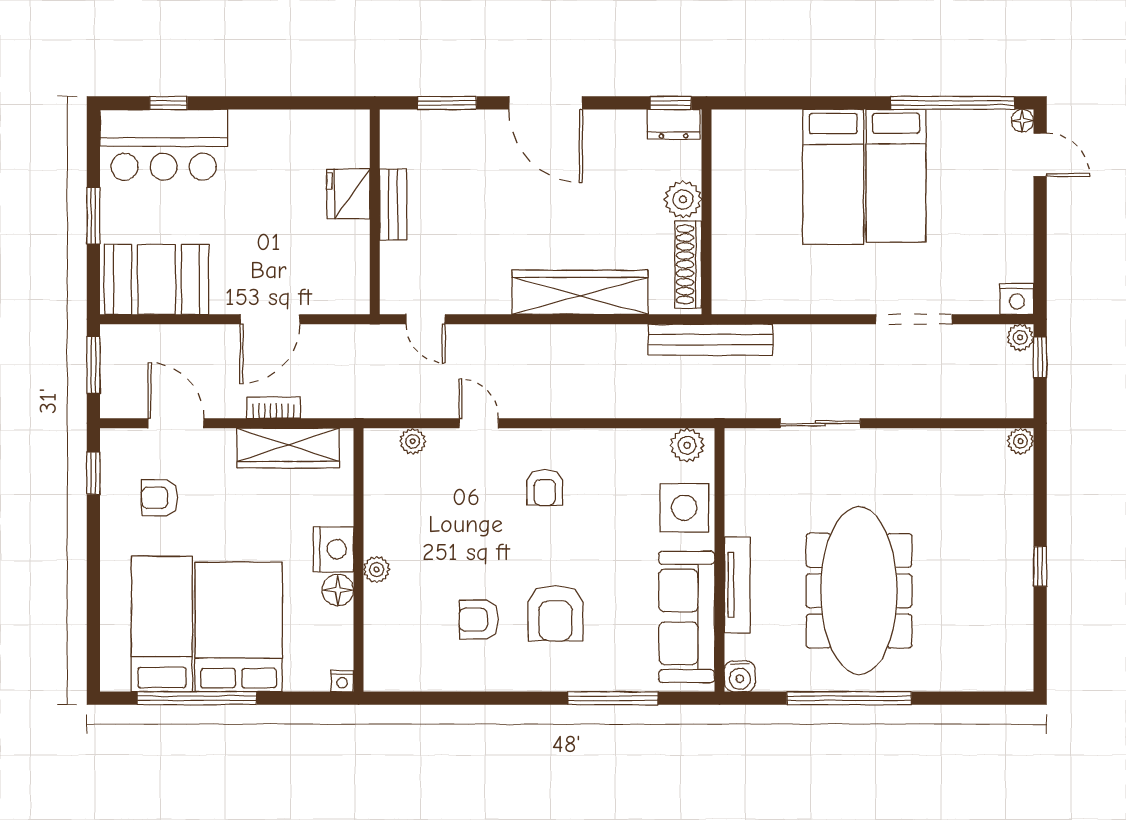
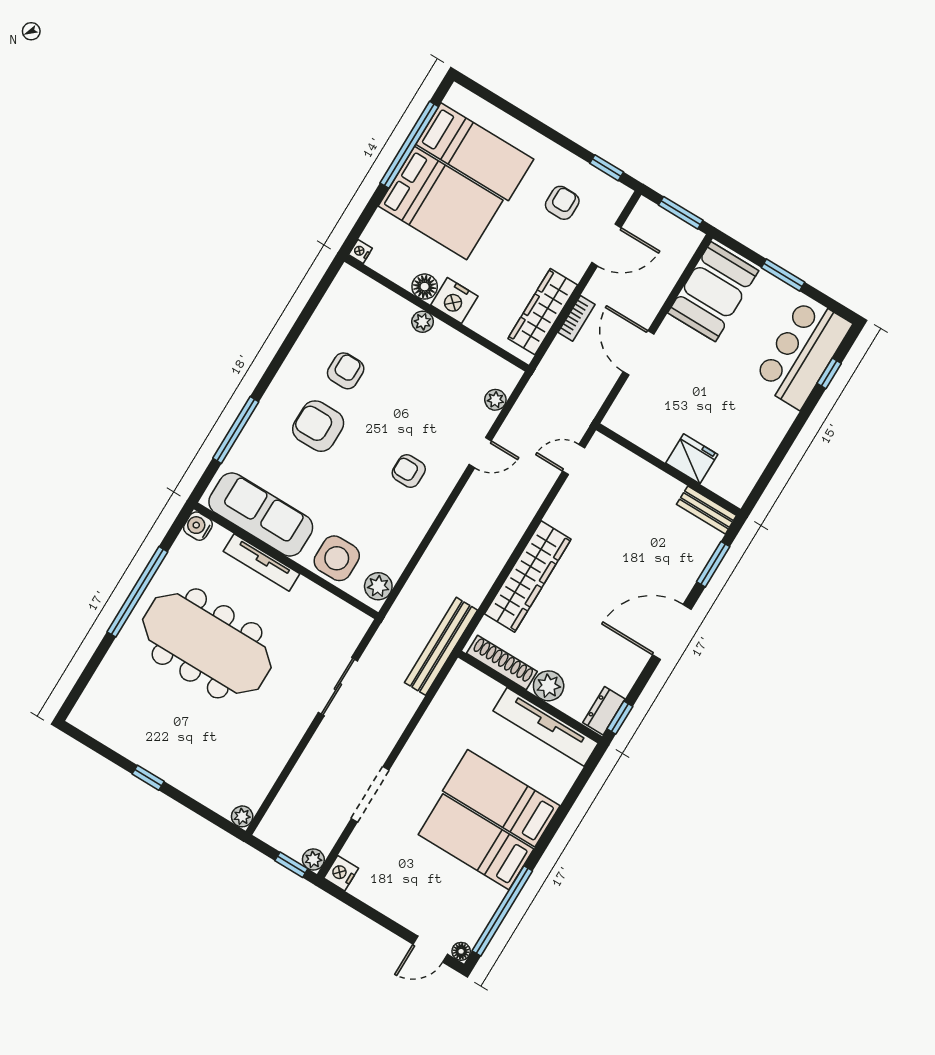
tv unit: (729, 176) -> (546, 727), added
bench: (393, 205) -> (707, 510), moved

